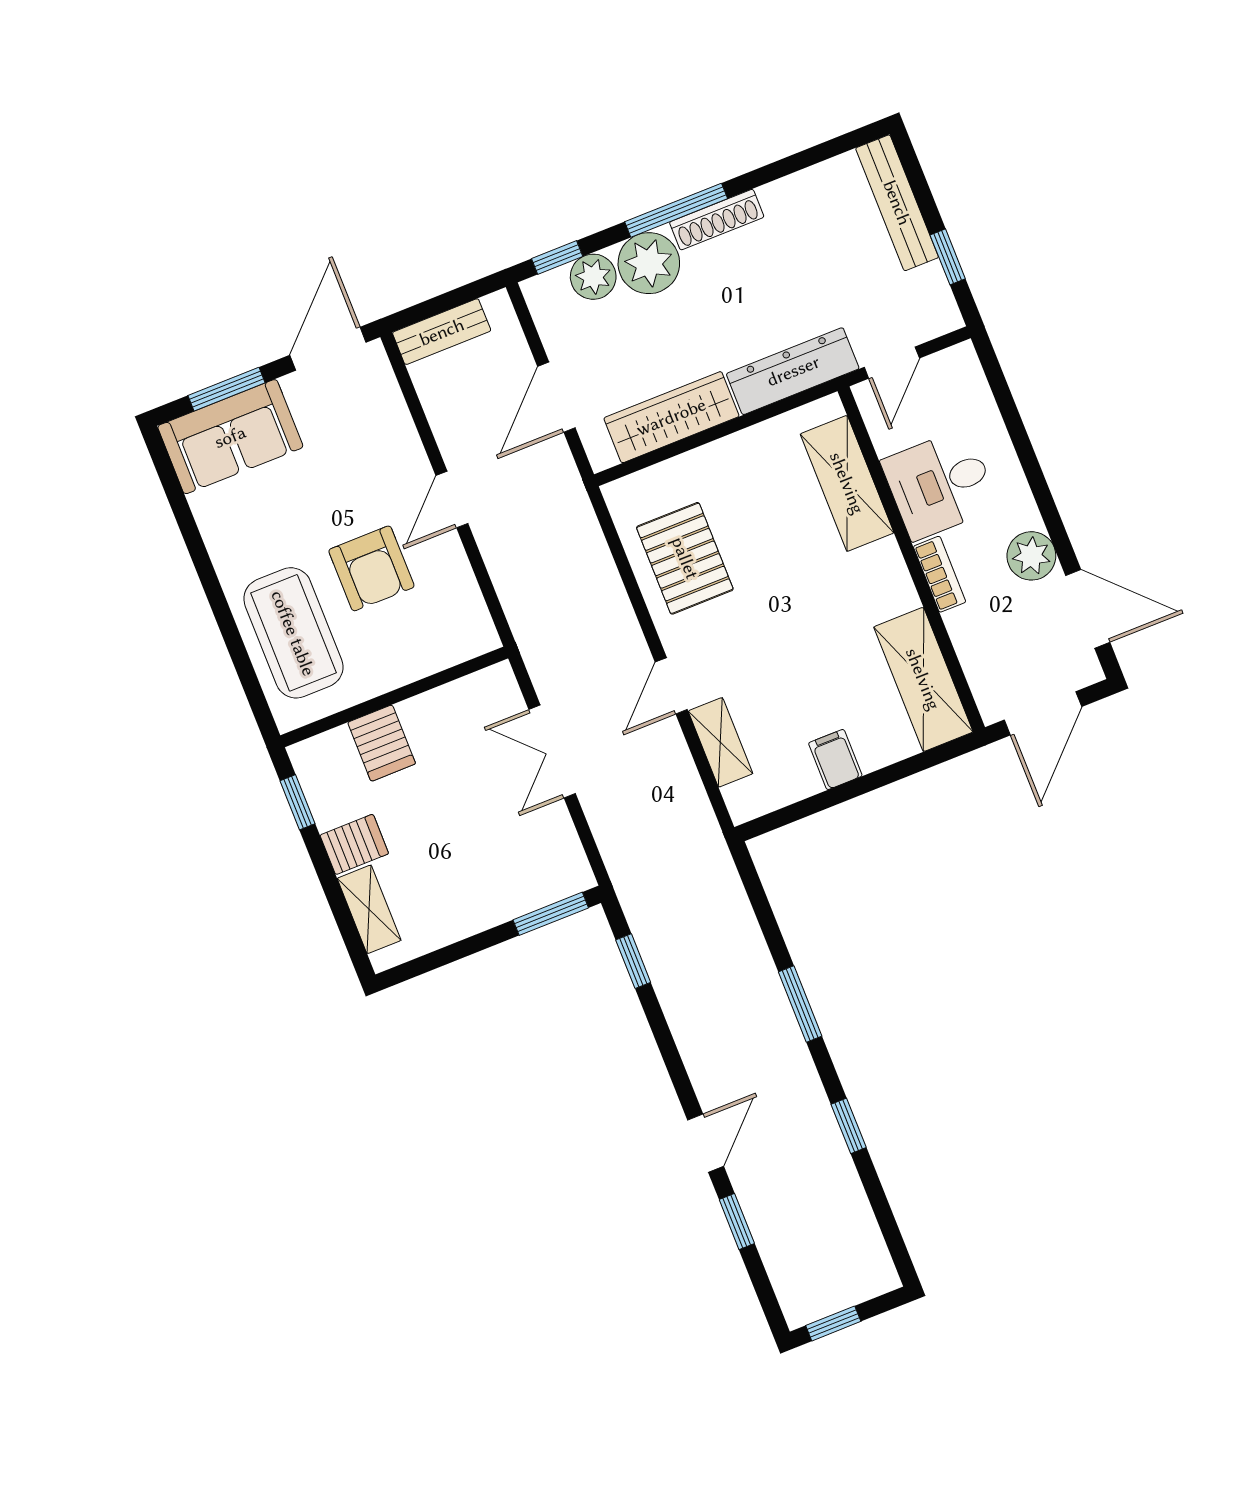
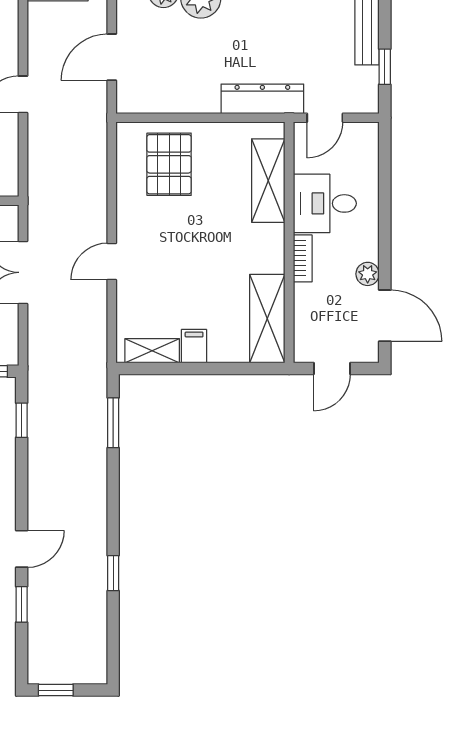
wardrobe: (671, 417) -> (177, 97), removed
plant: (1031, 556) -> (368, 274), width x0.73, depth x0.73
pallet: (685, 558) -> (169, 164), moved
door: (1043, 713) -> (332, 369), width x0.73
shelving: (720, 742) -> (152, 351), moved, turned 90
window: (800, 1004) -> (113, 423), moved

